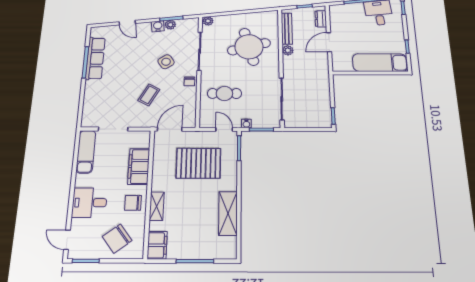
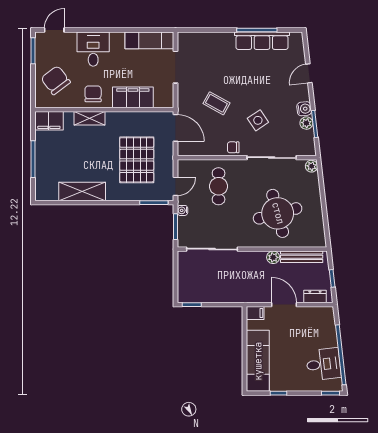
filing cabinet: (338, 65) -> (255, 313), added

